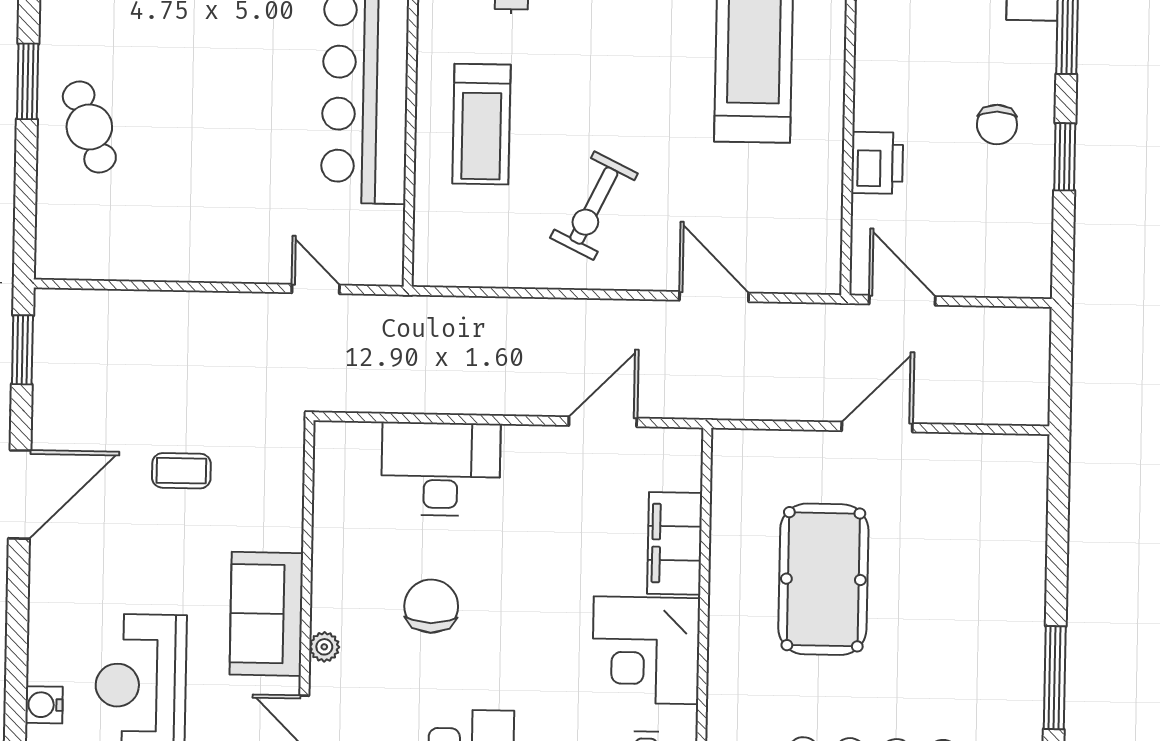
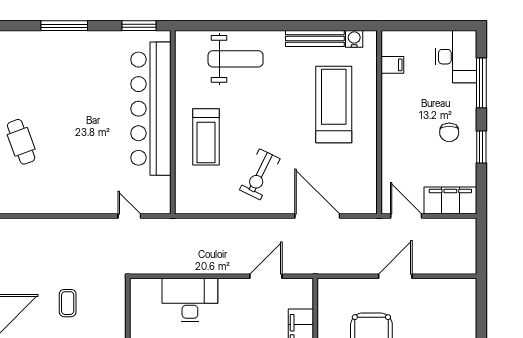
printer: (877, 163) -> (393, 152), removed
filing cabinet: (997, 269) -> (450, 201), added
door: (714, 297) -> (317, 216), width x1.36
coffee table: (181, 471) -> (68, 303), turned 90

